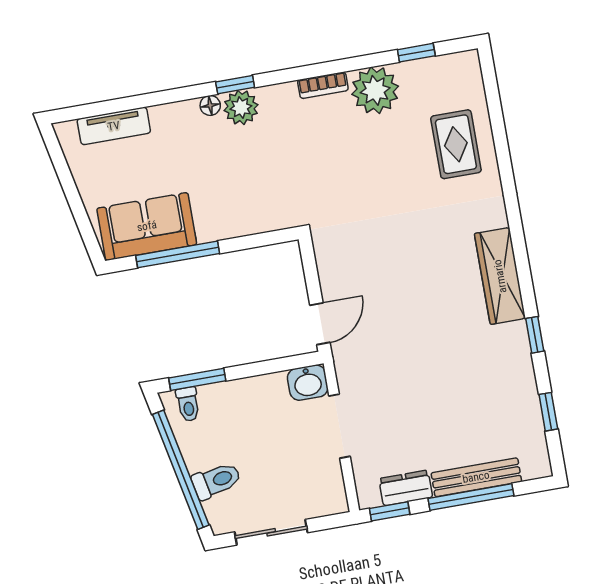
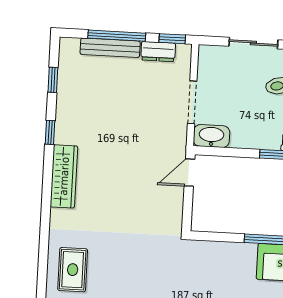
washbasin: (308, 383) -> (211, 136), width x1.38

